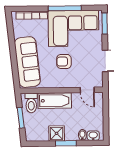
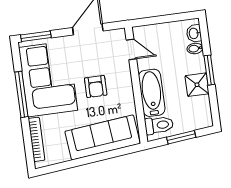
door: (87, 90) -> (131, 49), hinge flipped

